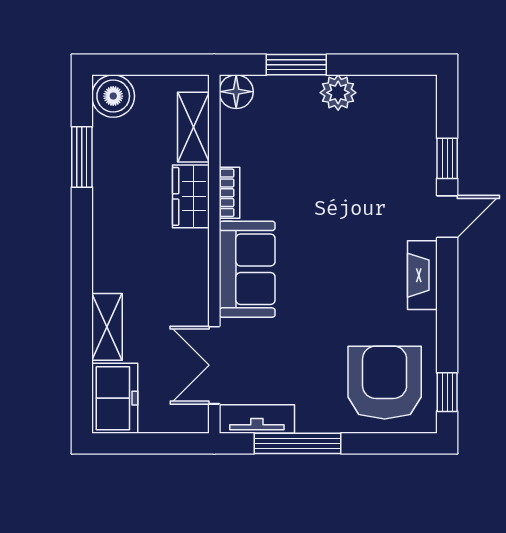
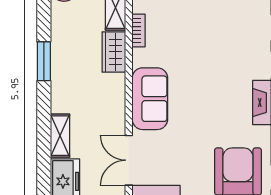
window: (82, 157) -> (44, 61), moved
bookcase: (229, 193) -> (139, 30), moved

